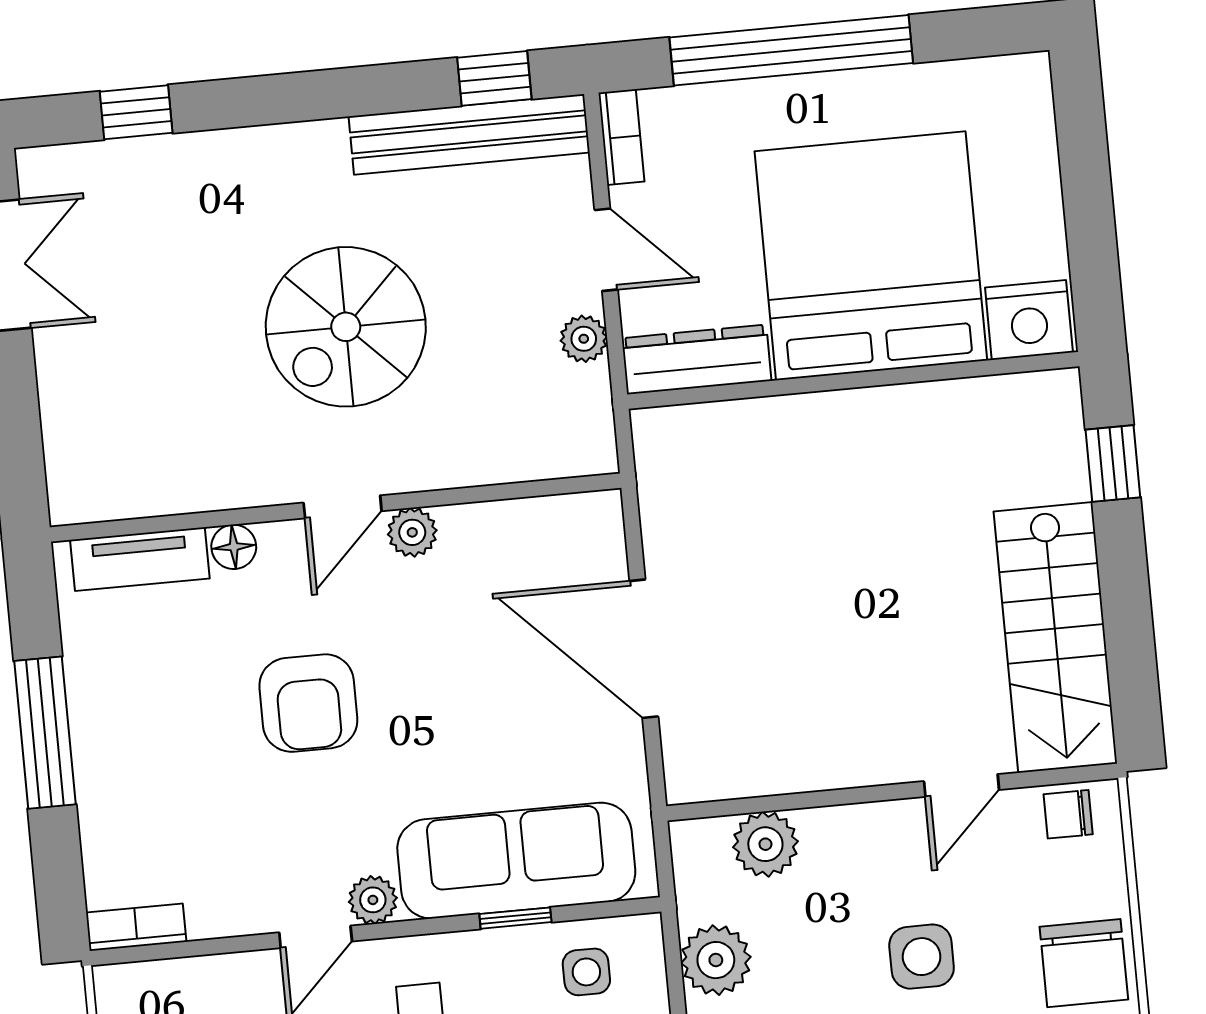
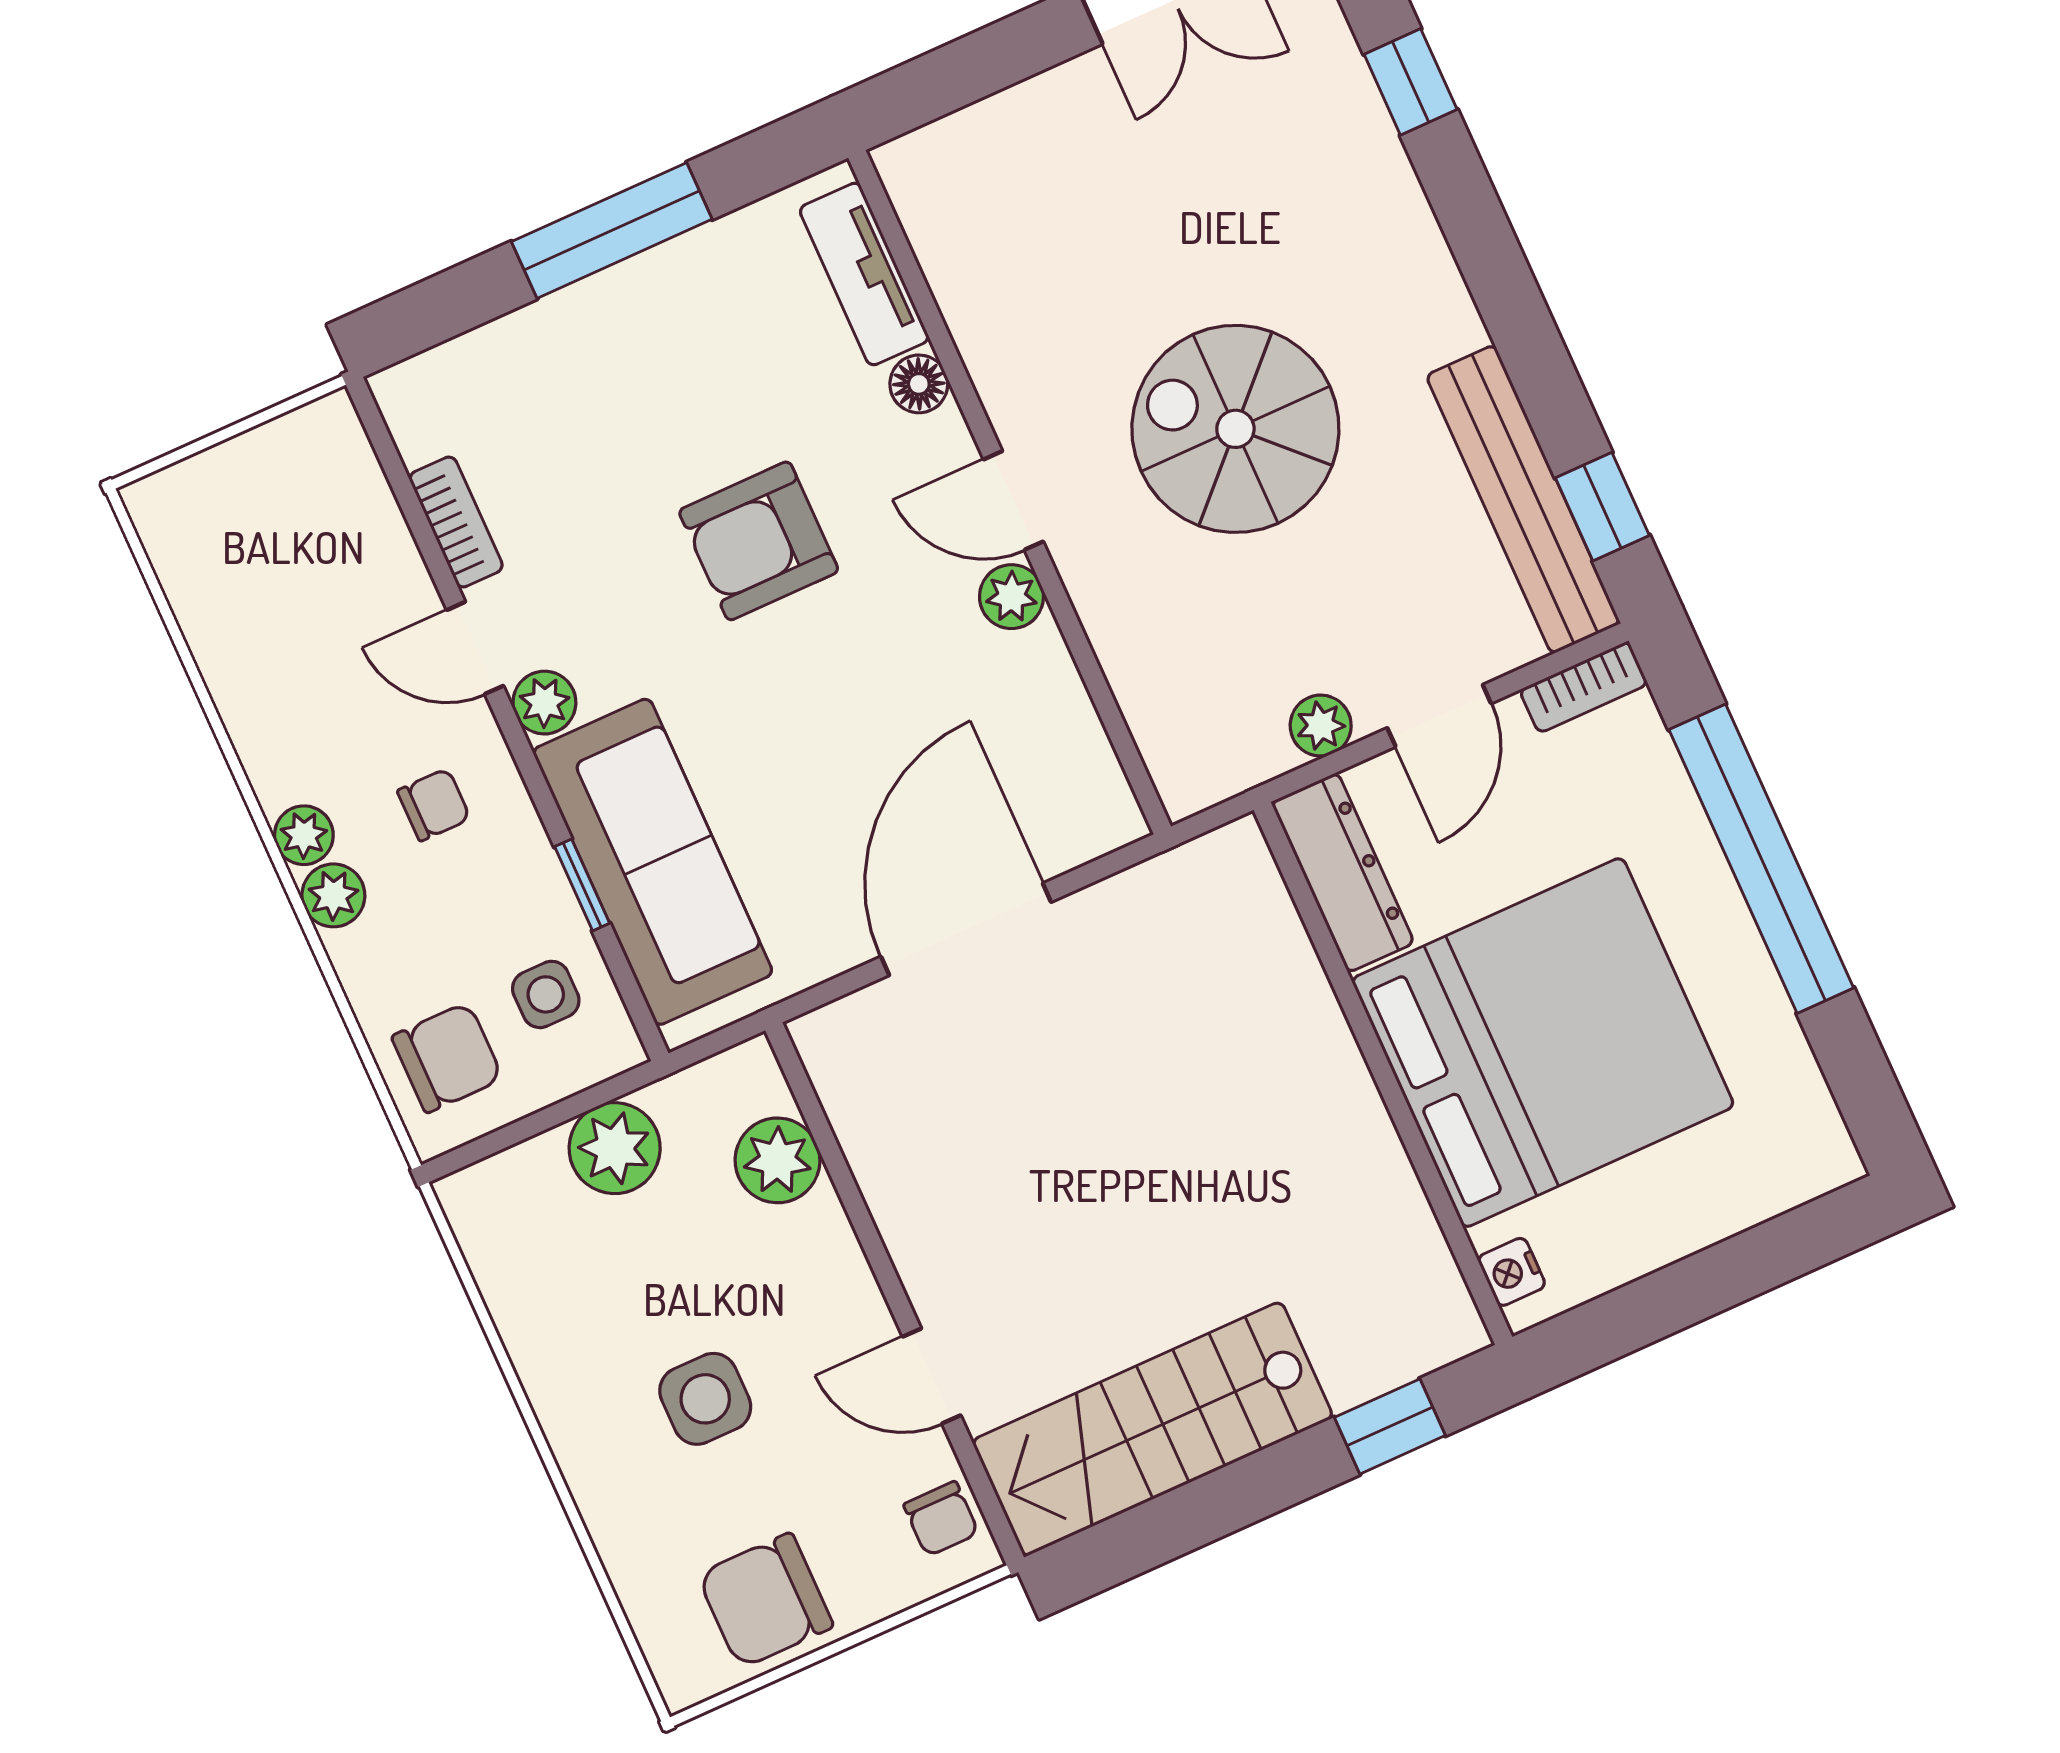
nightstand: (1029, 320) -> (1512, 1272), width x0.53, depth x0.56
chair: (1068, 814) -> (941, 1519), turned 180
bookcase: (136, 927) -> (456, 522), moved

